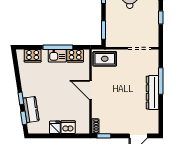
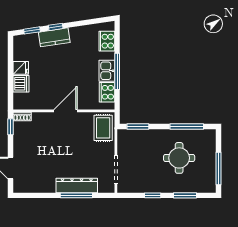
dresser: (153, 93) -> (77, 185), moved
kitchen counter: (31, 109) -> (54, 37), moved

